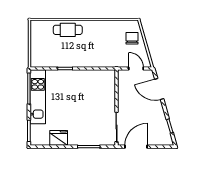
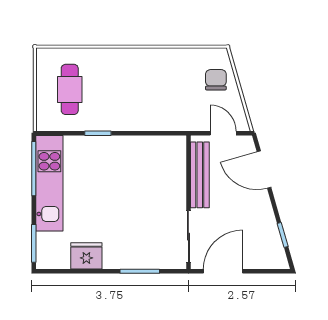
cafe table: (68, 30) -> (70, 89), moved, turned 90
bench: (123, 92) -> (200, 175), added

